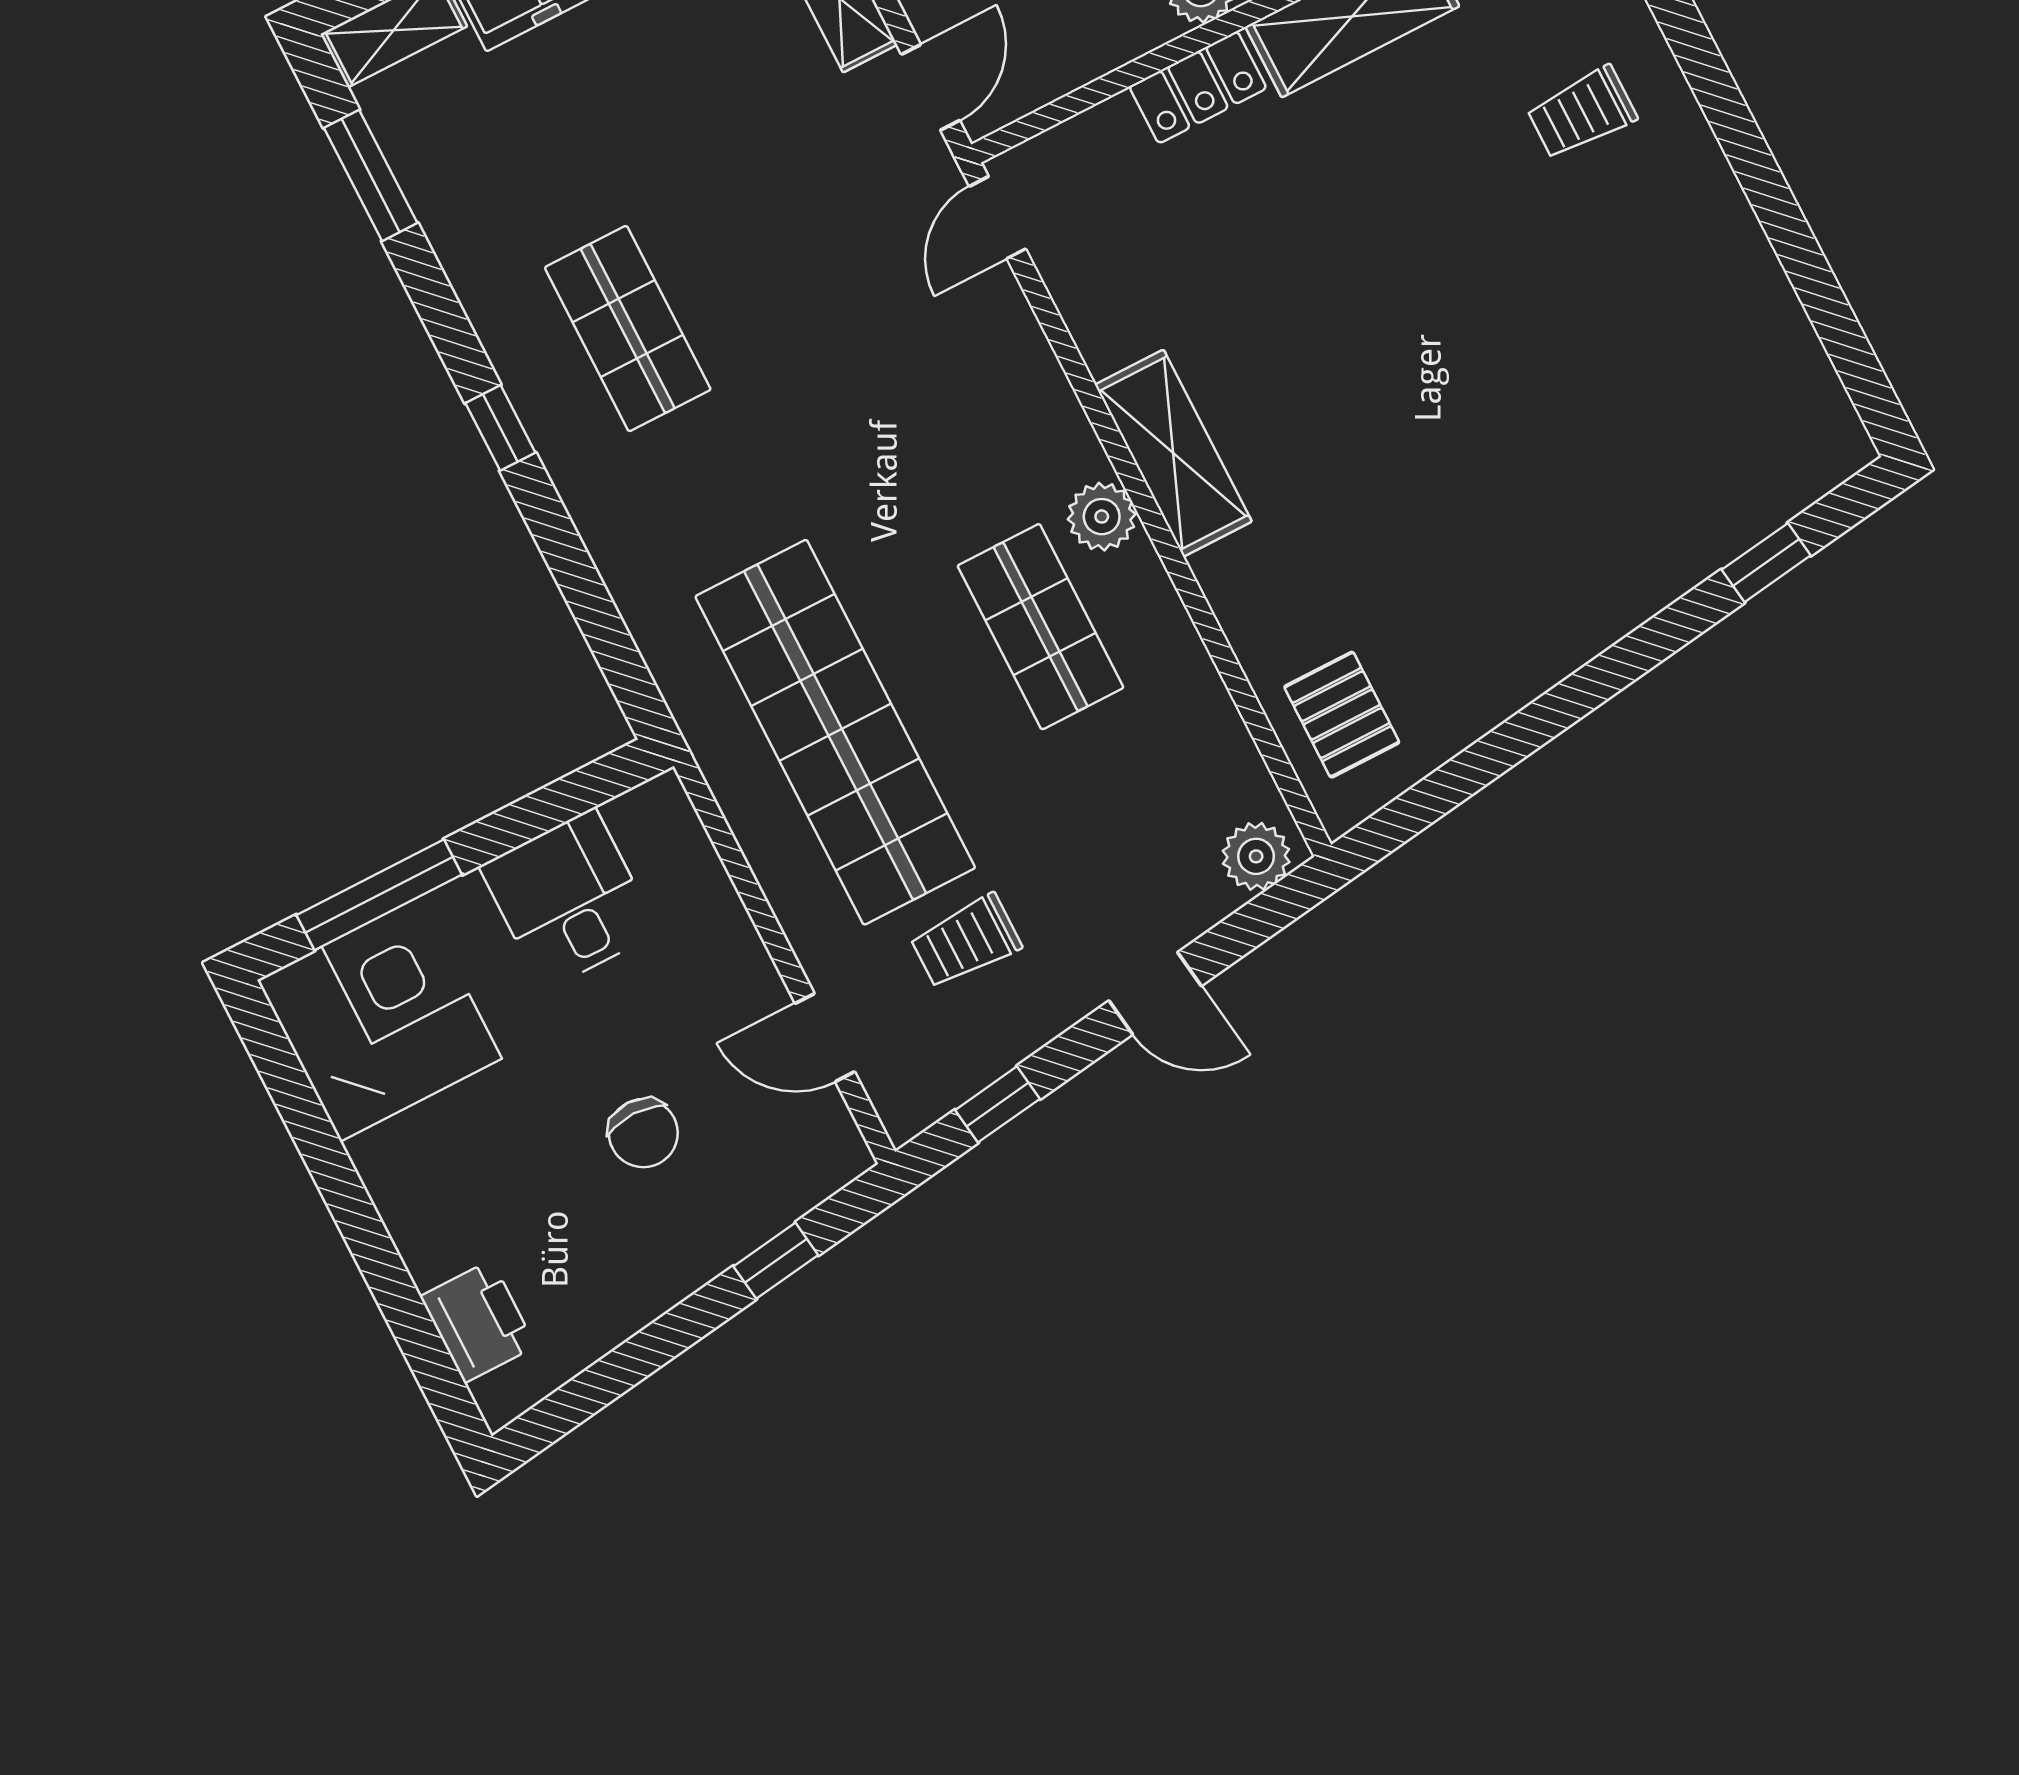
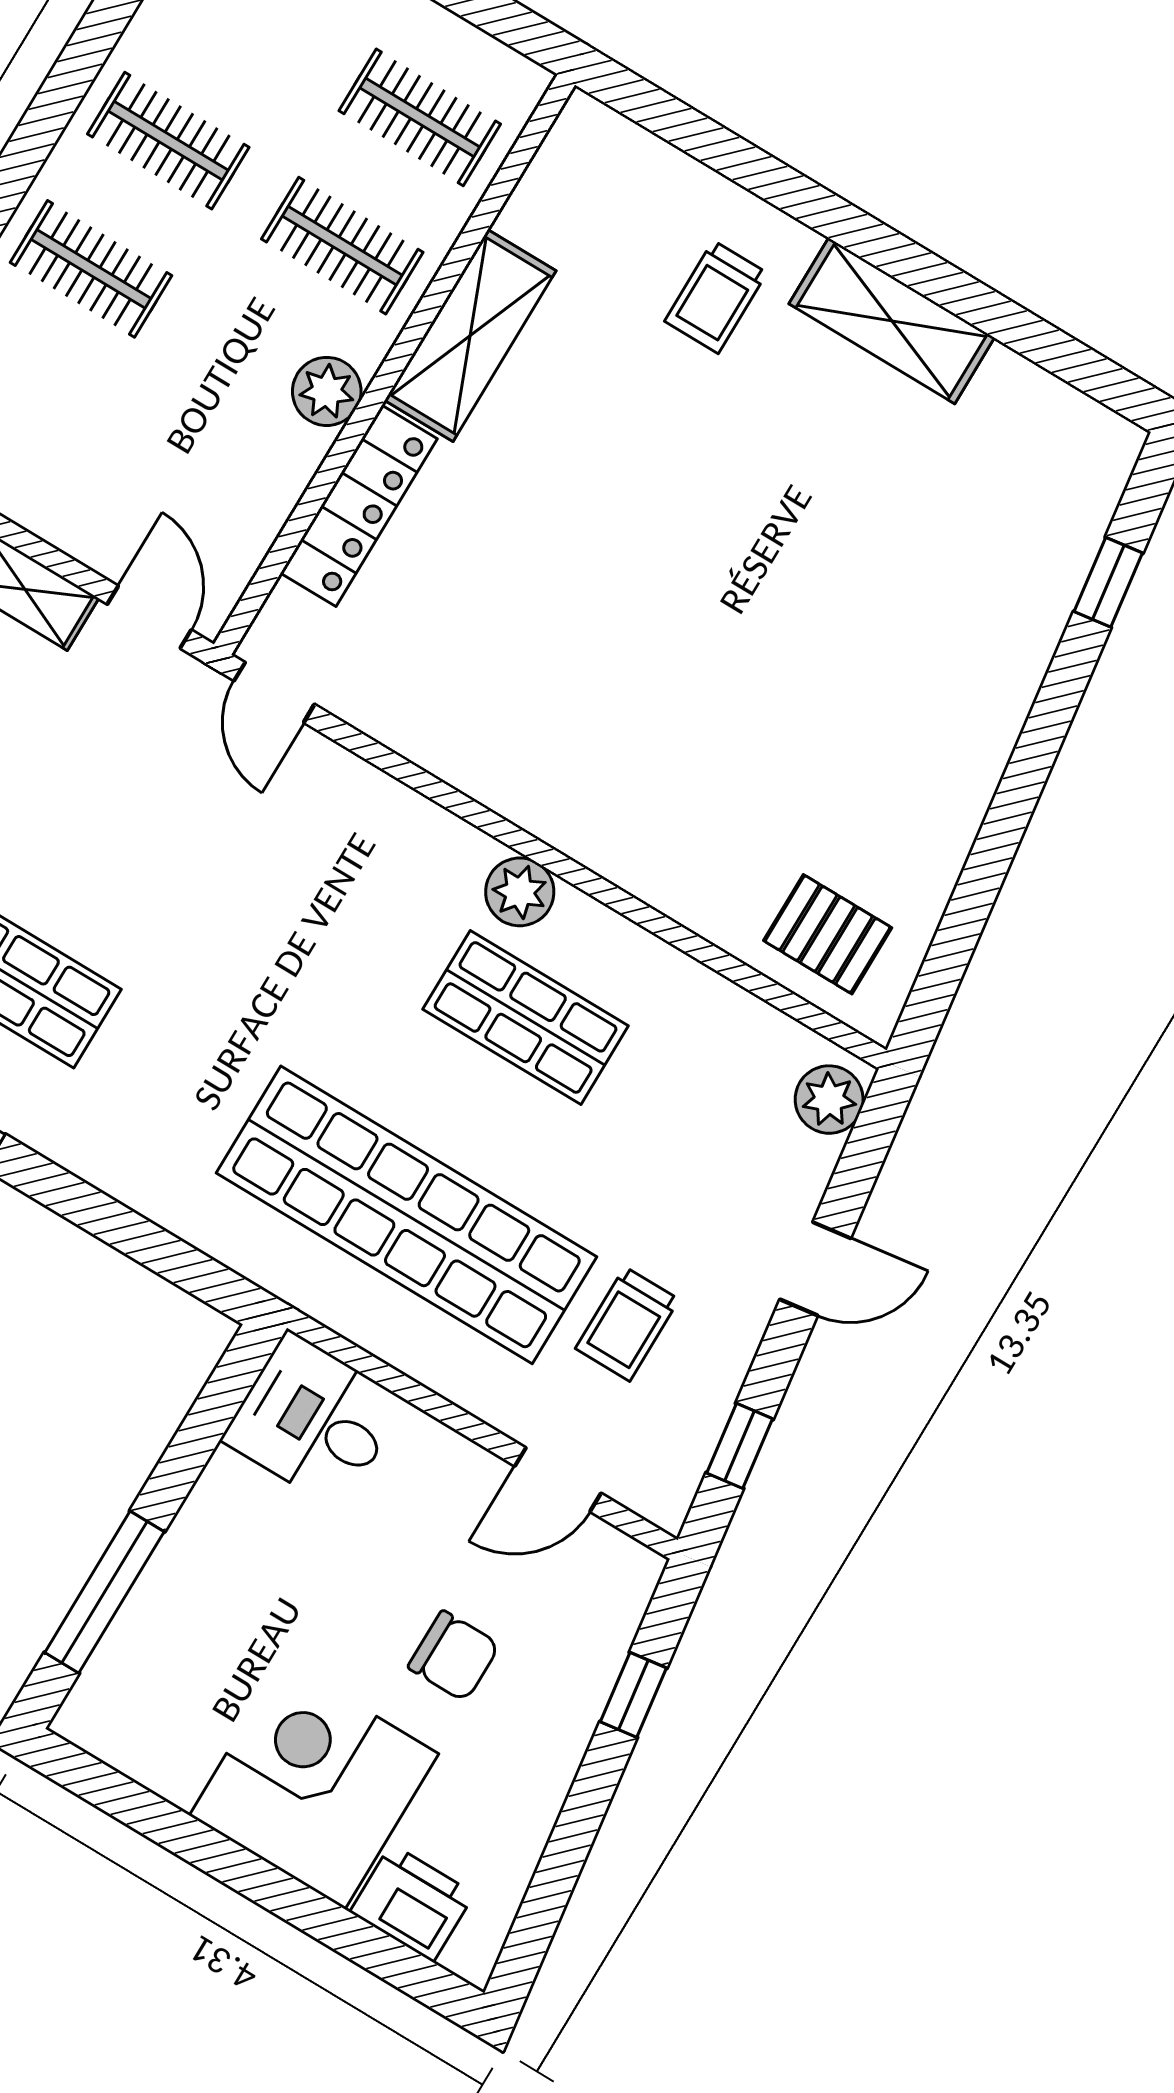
locker: (1198, 87) -> (359, 506), width x1.53
shelving: (1173, 453) -> (892, 321), moved
desk: (569, 899) -> (314, 1421), moved
corner desk: (379, 1019) -> (314, 1785), moved

